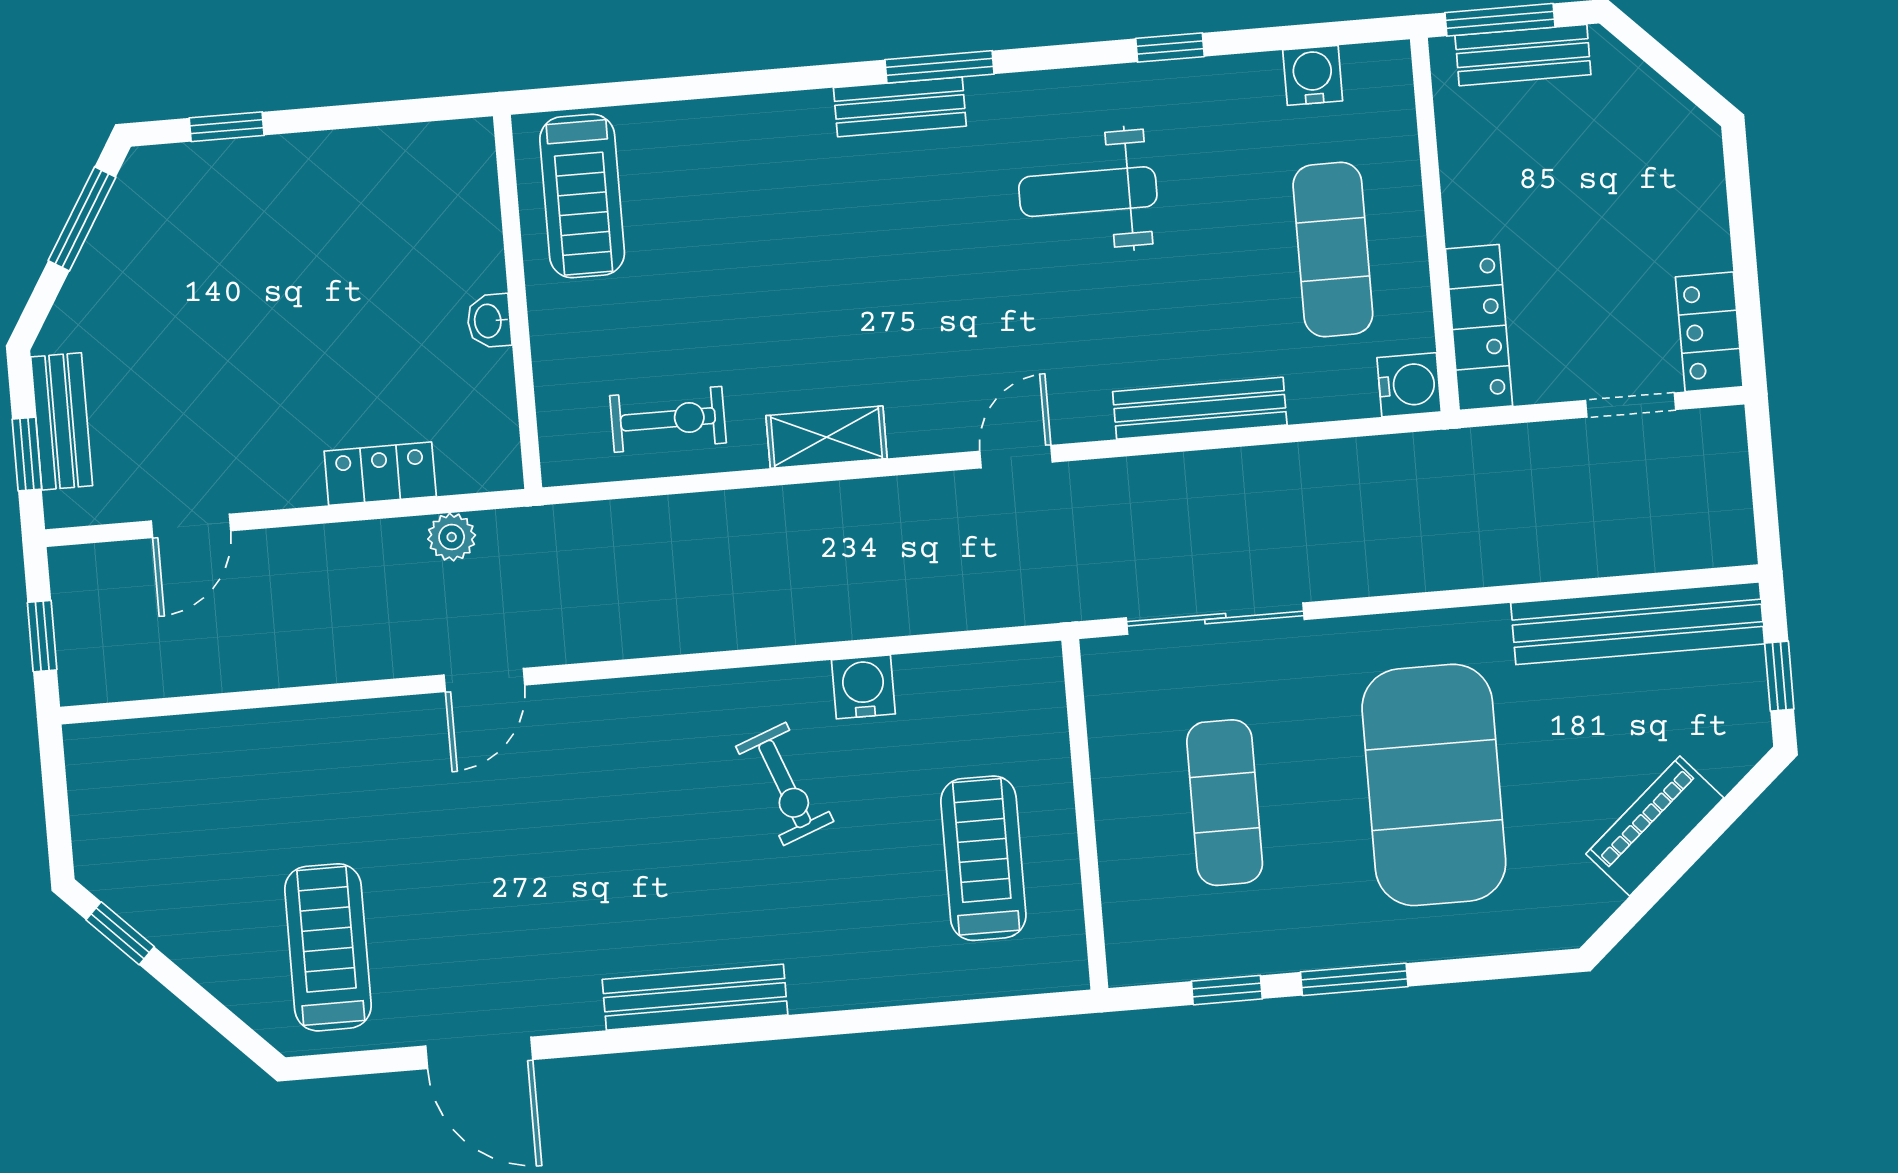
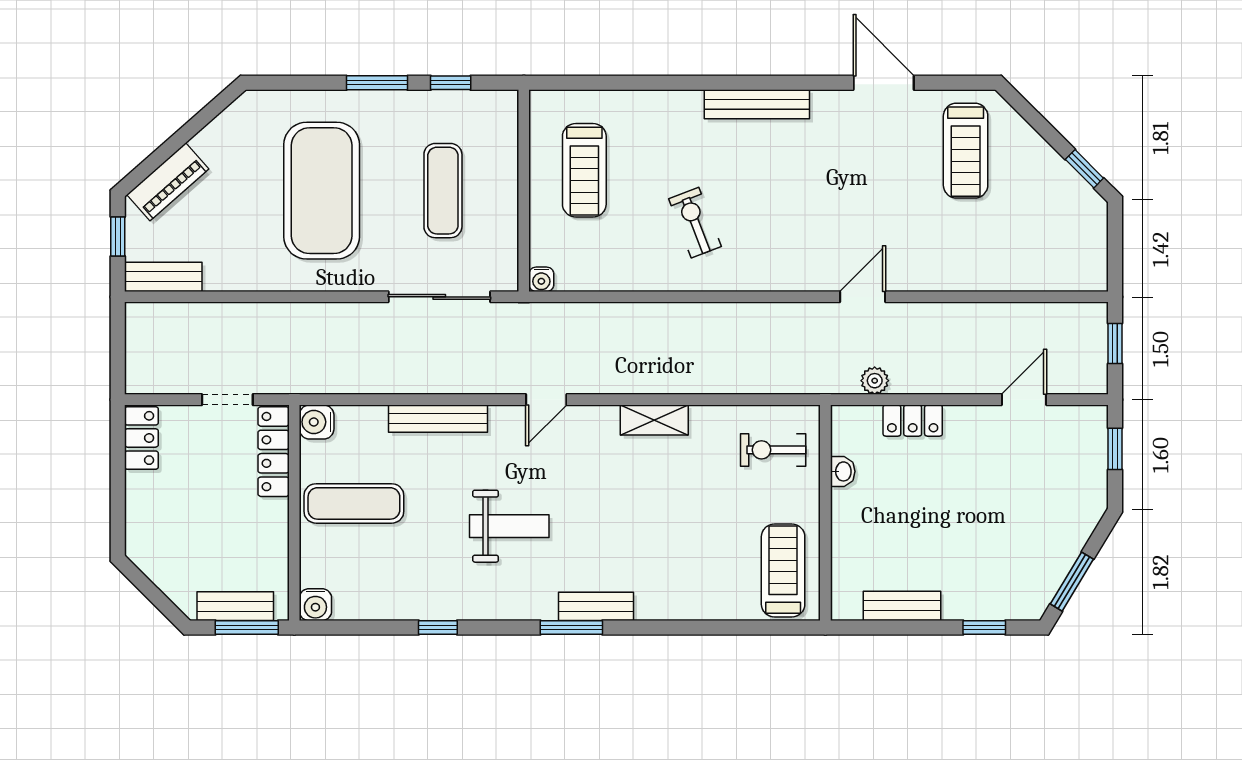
water cooler: (1313, 75) -> (315, 605), moved
weight bench: (1088, 192) -> (509, 526), moved
exercise mat: (1333, 250) -> (354, 503), turned 90
washbasin: (489, 321) -> (843, 471), moved
doorway: (1631, 405) -> (227, 400), moved
exercise bike: (668, 419) -> (773, 450), moved
bench: (62, 421) -> (902, 606), moved, turned 90
bench: (1638, 623) -> (163, 277), width x0.54, depth x0.82
water cooler: (863, 687) -> (541, 279), moved, width x0.72, depth x0.72
piano: (1655, 826) -> (168, 182), moved

